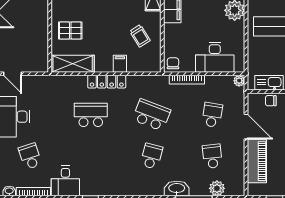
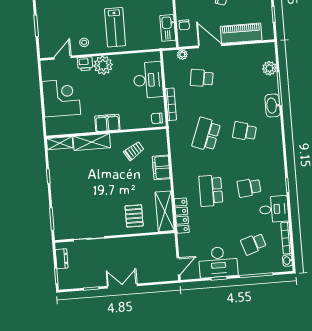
filing cabinet: (120, 64) -> (161, 167), width x2.00
plant: (239, 81) -> (182, 55), moved
locker: (107, 82) -> (182, 216), moved
door: (246, 127) -> (210, 46), hinge flipped
school desk: (212, 156) -> (249, 188), moved

